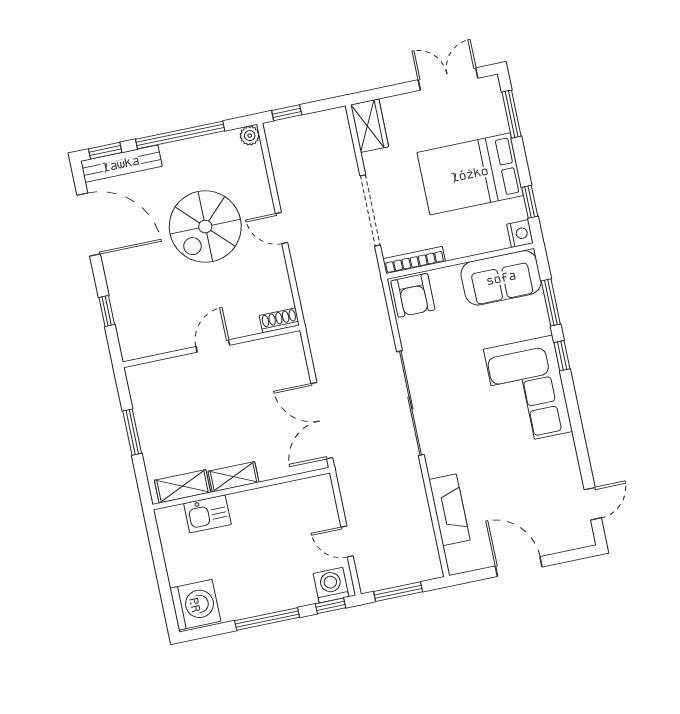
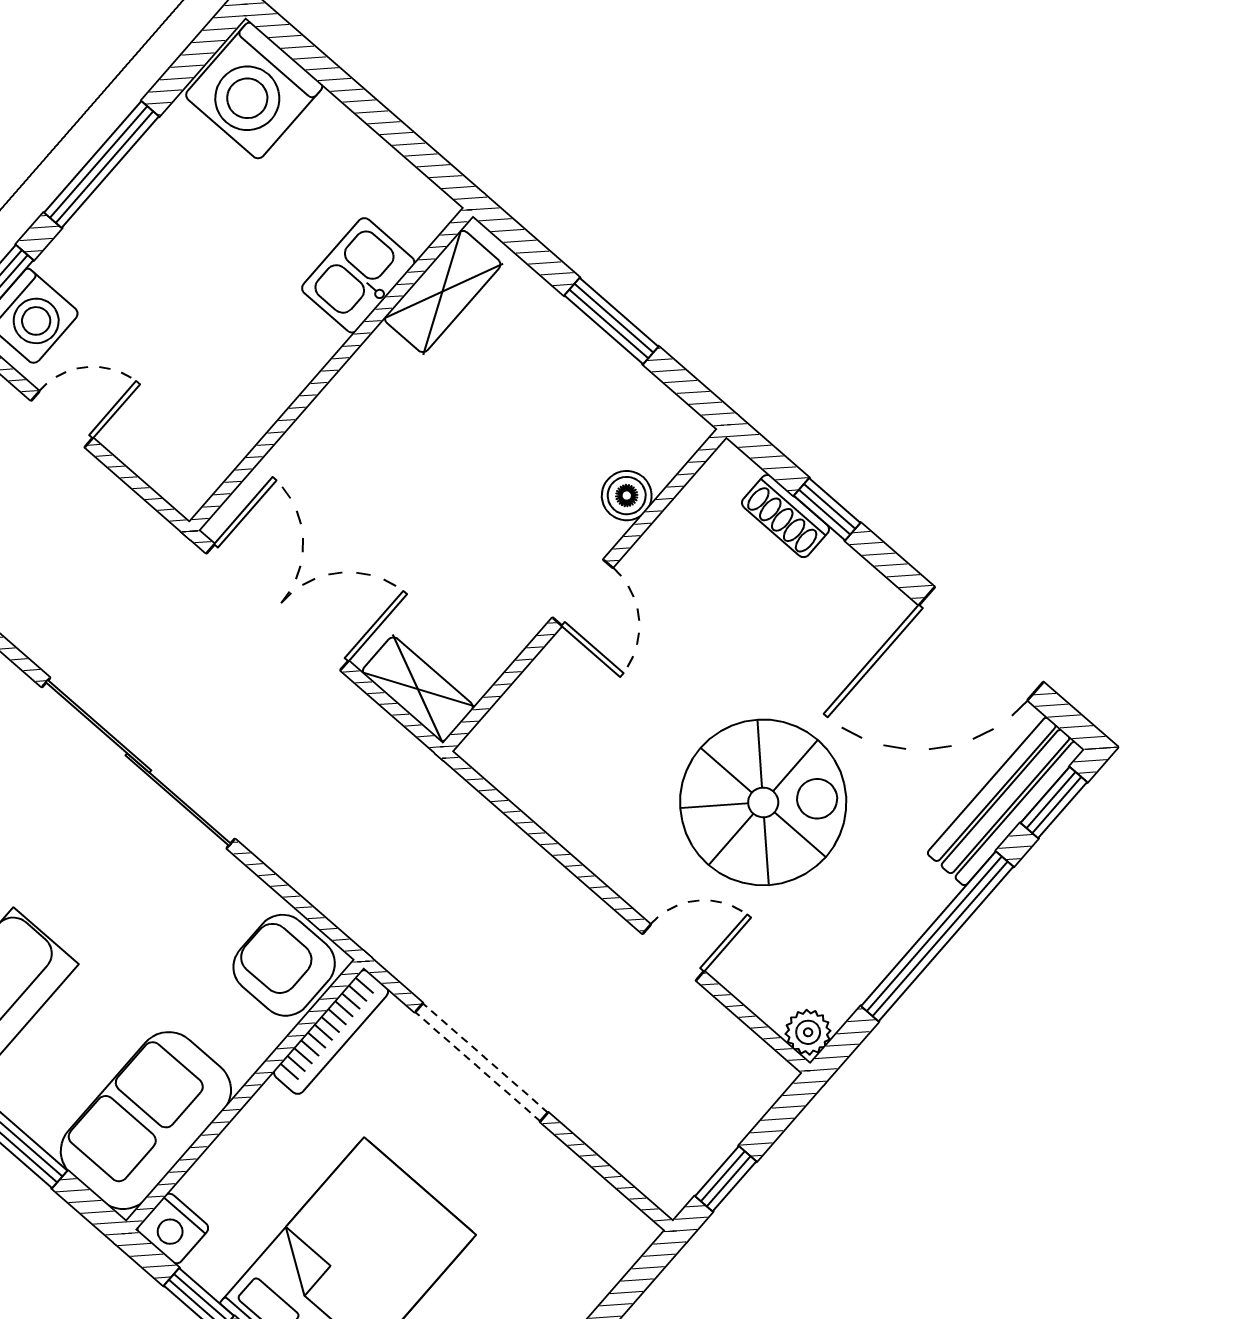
window: (287, 113) -> (726, 1179), moved
wardrobe: (370, 126) -> (601, 1218), removed
spiral stairs: (205, 227) -> (763, 802), turned 90
door: (282, 228) -> (673, 953), moved
shoe rack: (279, 320) -> (786, 516), moved, turned 90
boiler: (172, 368) -> (627, 496), added
shelving: (234, 477) -> (418, 689), moved, turned 90

